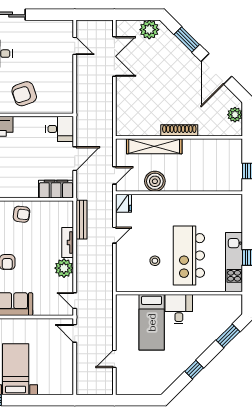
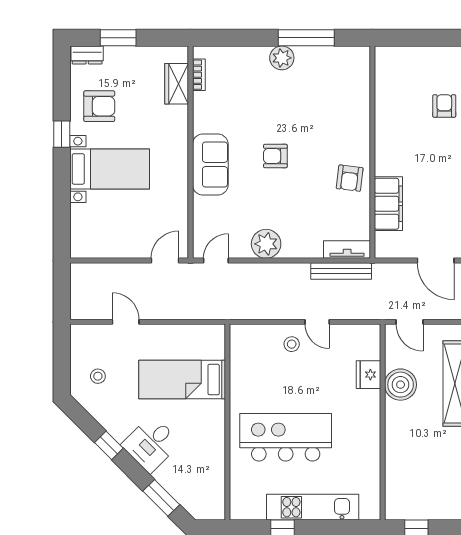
filing cabinet: (56, 189) -> (388, 204), moved
fridge: (123, 203) -> (369, 375), moved, turned 90
tv unit: (68, 243) -> (347, 250), moved
stool: (155, 261) -> (292, 344), moved
kitchen unit: (234, 262) -> (313, 507), moved
desk: (179, 309) -> (151, 444), moved, turned 135
stool: (149, 377) -> (98, 376), added

